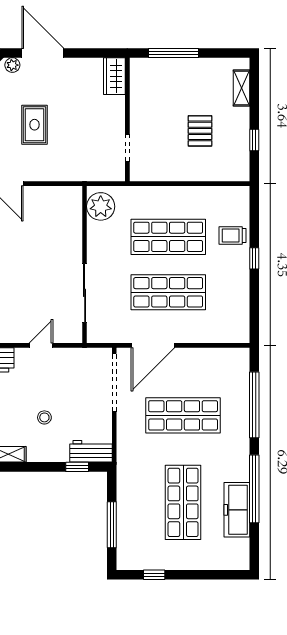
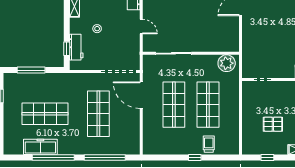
rug: (35, 125) -> (277, 23), removed
workbench: (91, 451) -> (76, 47), moved

